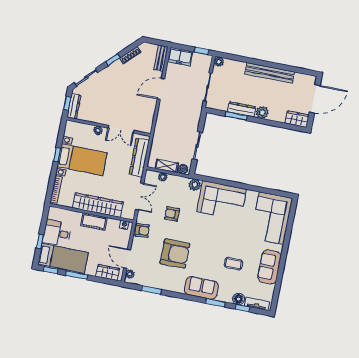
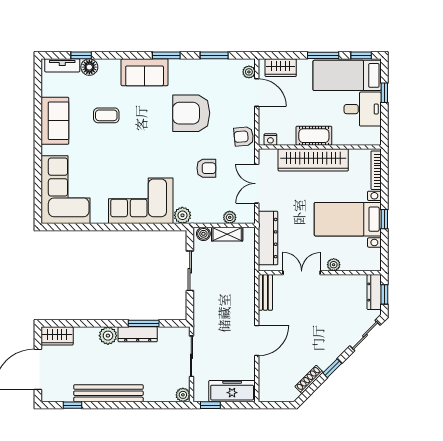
freezer: (180, 57) -> (232, 391), width x1.40
bench: (161, 58) -> (265, 292), moved
window: (296, 70) -> (72, 405), added
window: (215, 303) -> (166, 55), moved

